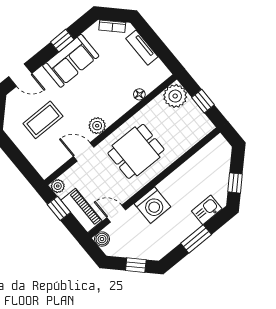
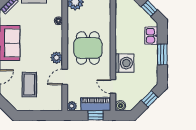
window: (59, 208) -> (96, 115), moved
door: (116, 214) -> (113, 87), hinge flipped

